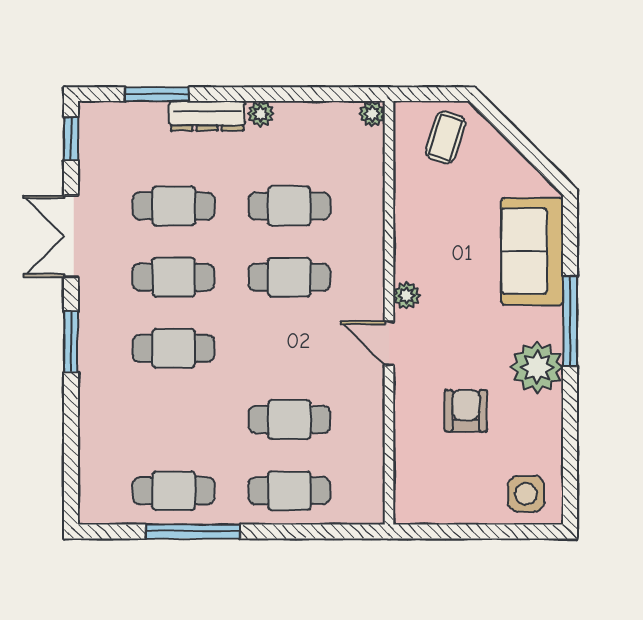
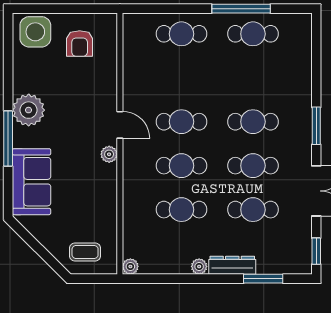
coffee table: (446, 137) -> (85, 252), turned 72
armchair: (466, 411) -> (80, 44), moved
cafe table: (289, 420) -> (181, 122), moved
side table: (526, 494) -> (35, 32), width x1.37, depth x1.37

